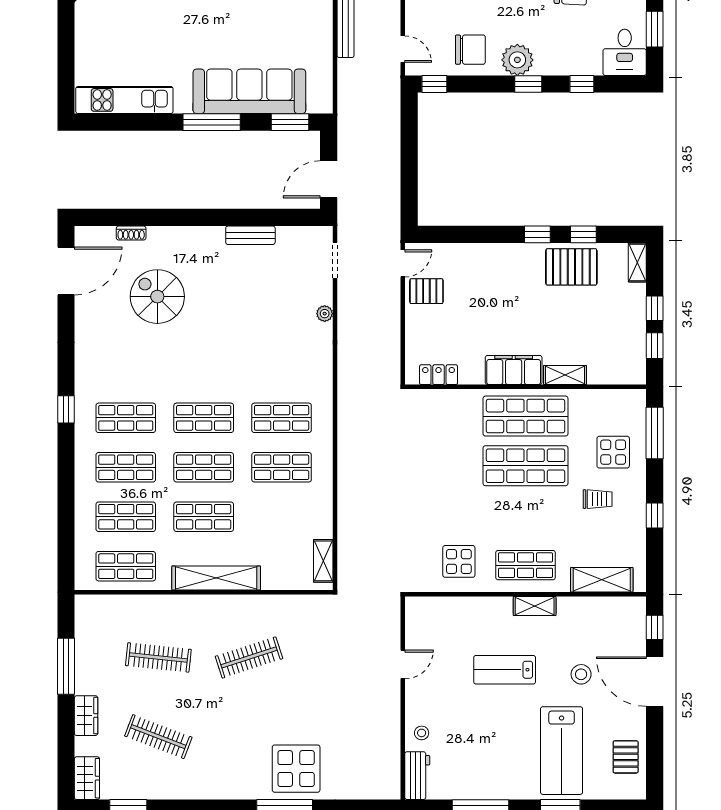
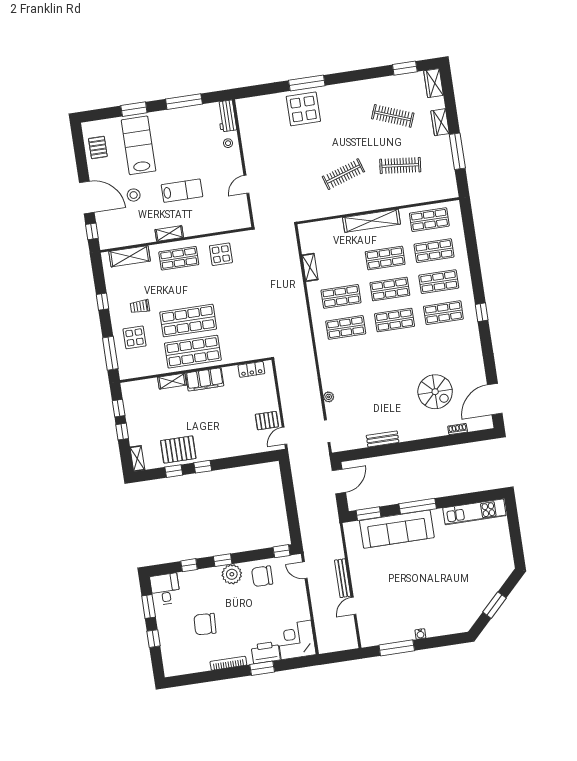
shelving: (323, 561) -> (310, 267), moved

